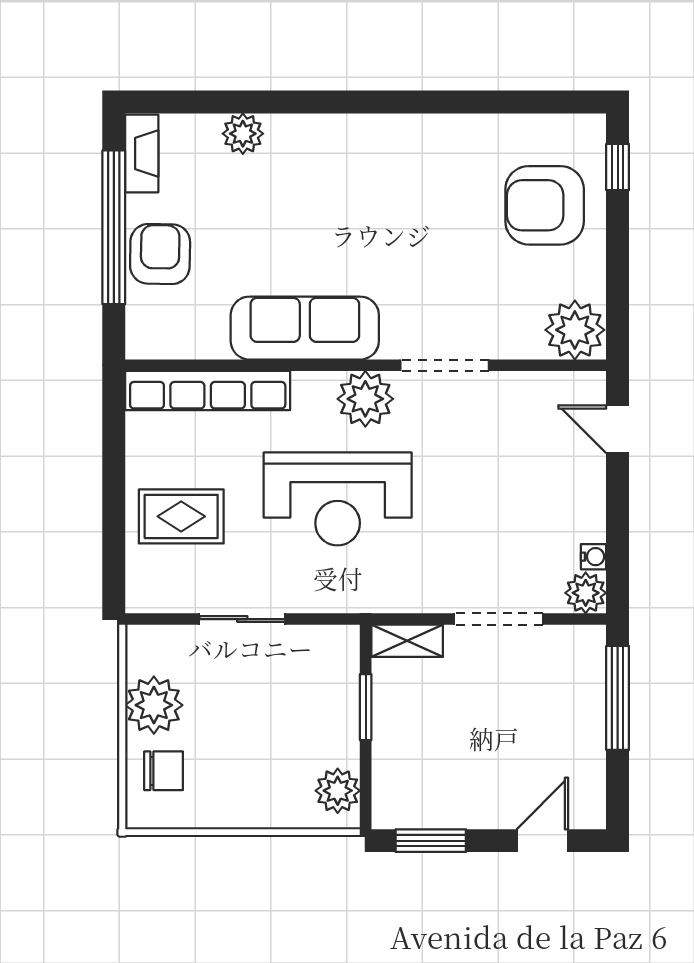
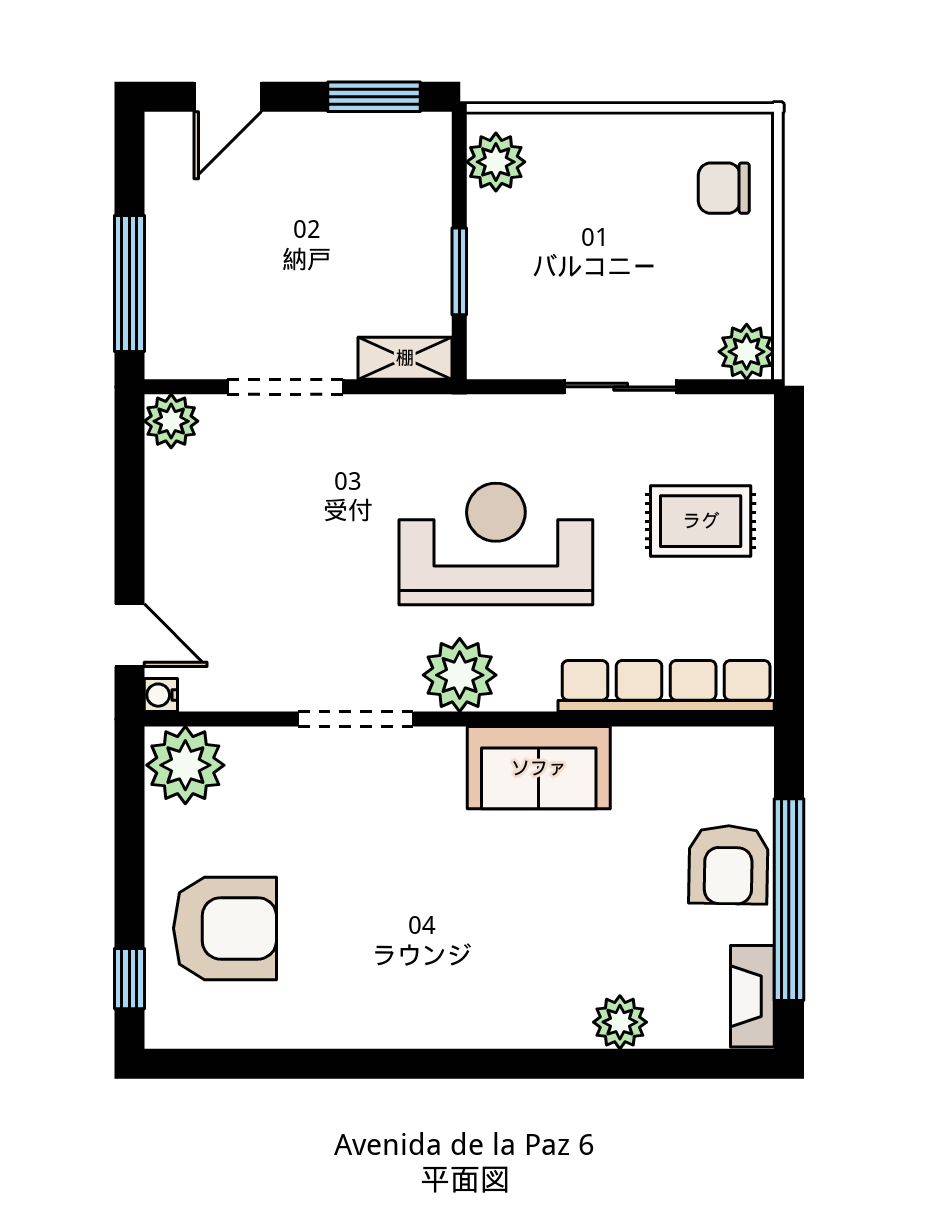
sofa: (305, 328) -> (539, 768), width x0.73
water cooler: (594, 557) -> (161, 695), moved
plant: (154, 705) -> (747, 352), moved, width x0.73, depth x0.73

